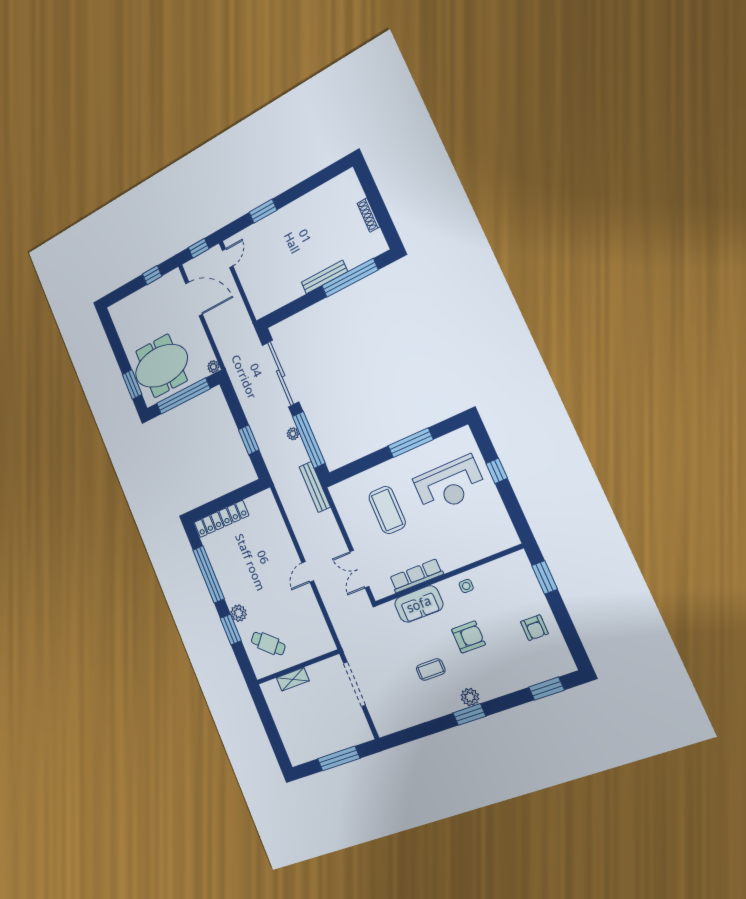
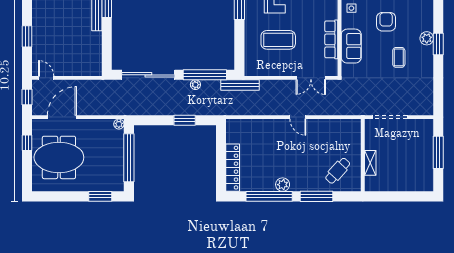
meeting table: (161, 366) -> (59, 157), moved, turned 90
plant: (239, 613) -> (283, 185), moved
window: (231, 629) -> (316, 196), width x1.44

